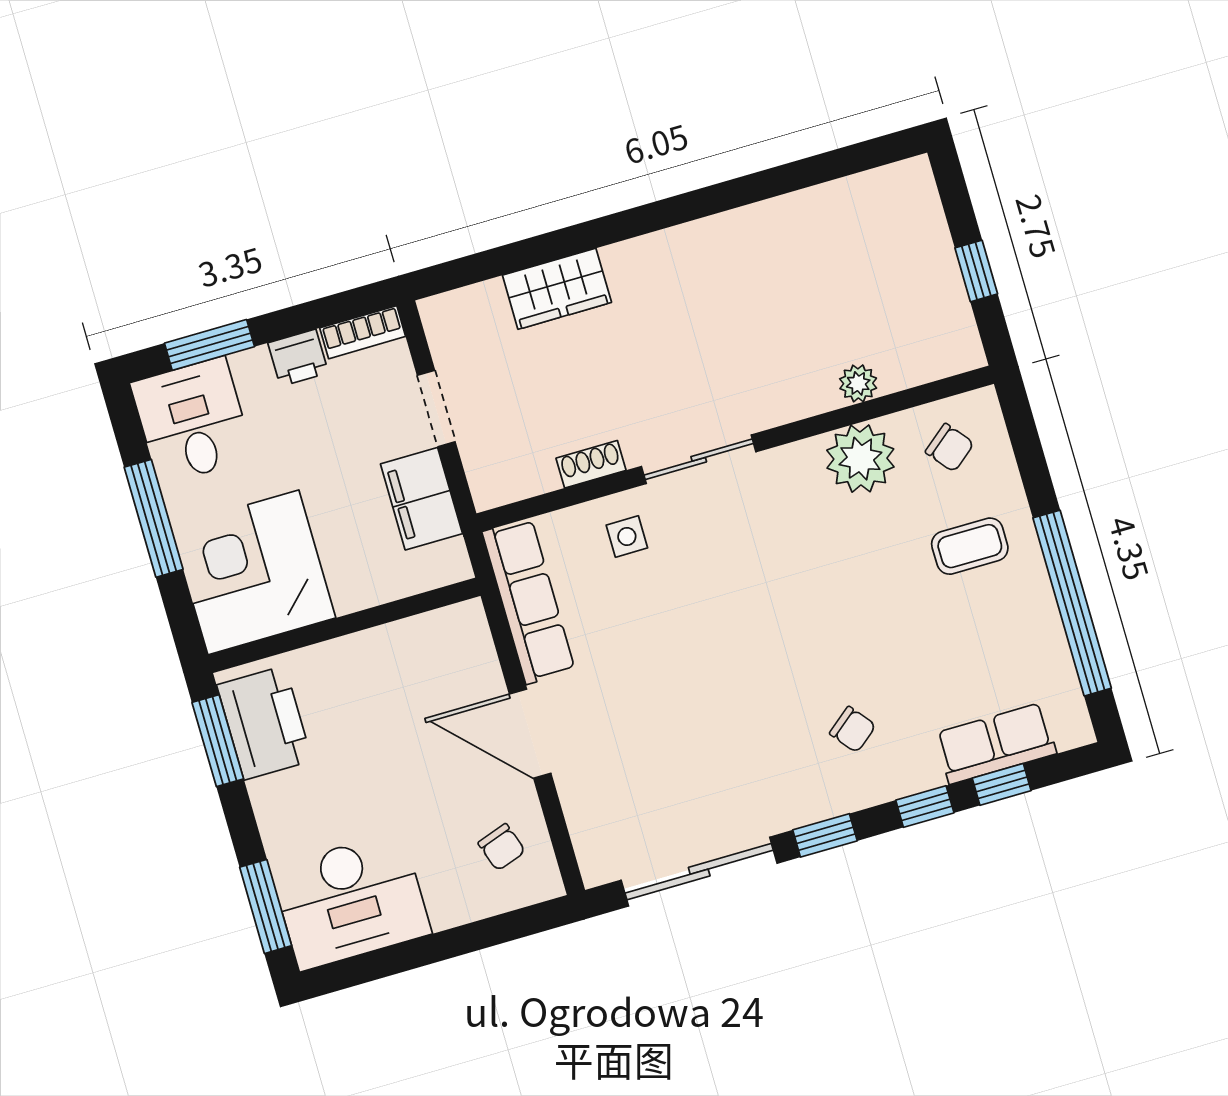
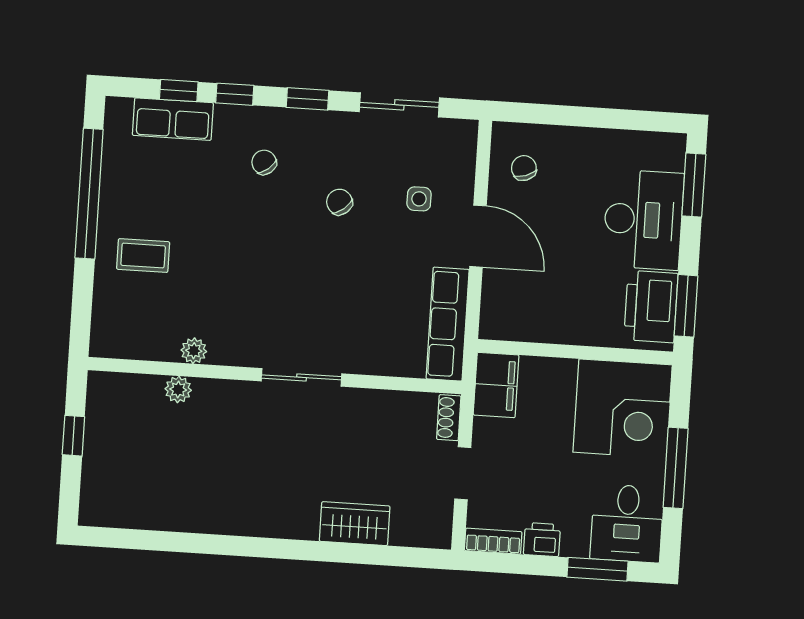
chair: (950, 448) -> (339, 202), moved
plant: (860, 459) -> (194, 351), width x0.53, depth x0.53
shoe rack: (591, 464) -> (449, 418), moved, turned 90
filing cabinet: (421, 499) -> (496, 385), moved
side table: (627, 537) -> (419, 199), moved
sliding door: (699, 872) -> (399, 105), width x0.73
desk: (351, 901) -> (643, 220), moved, turned 90

